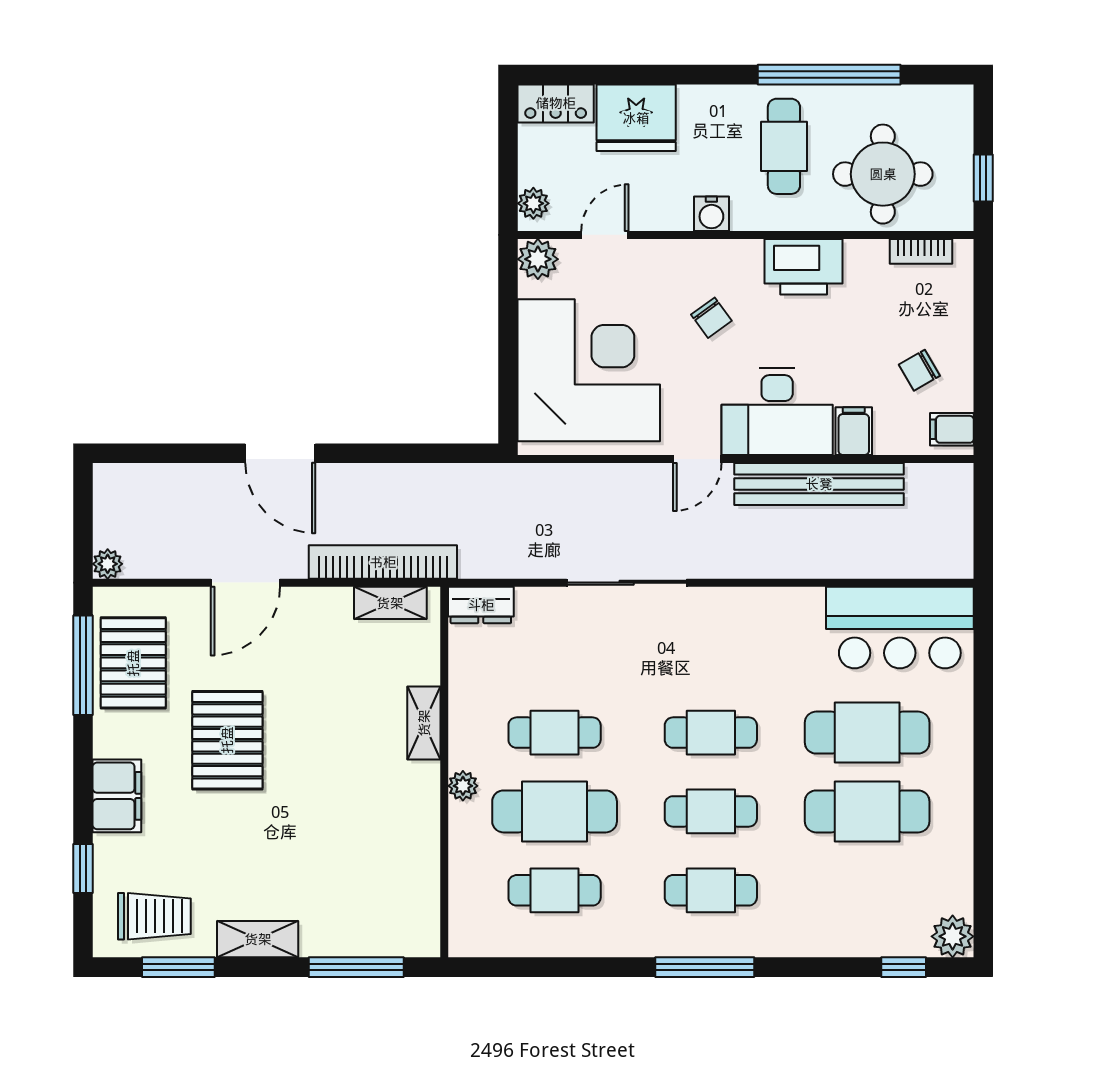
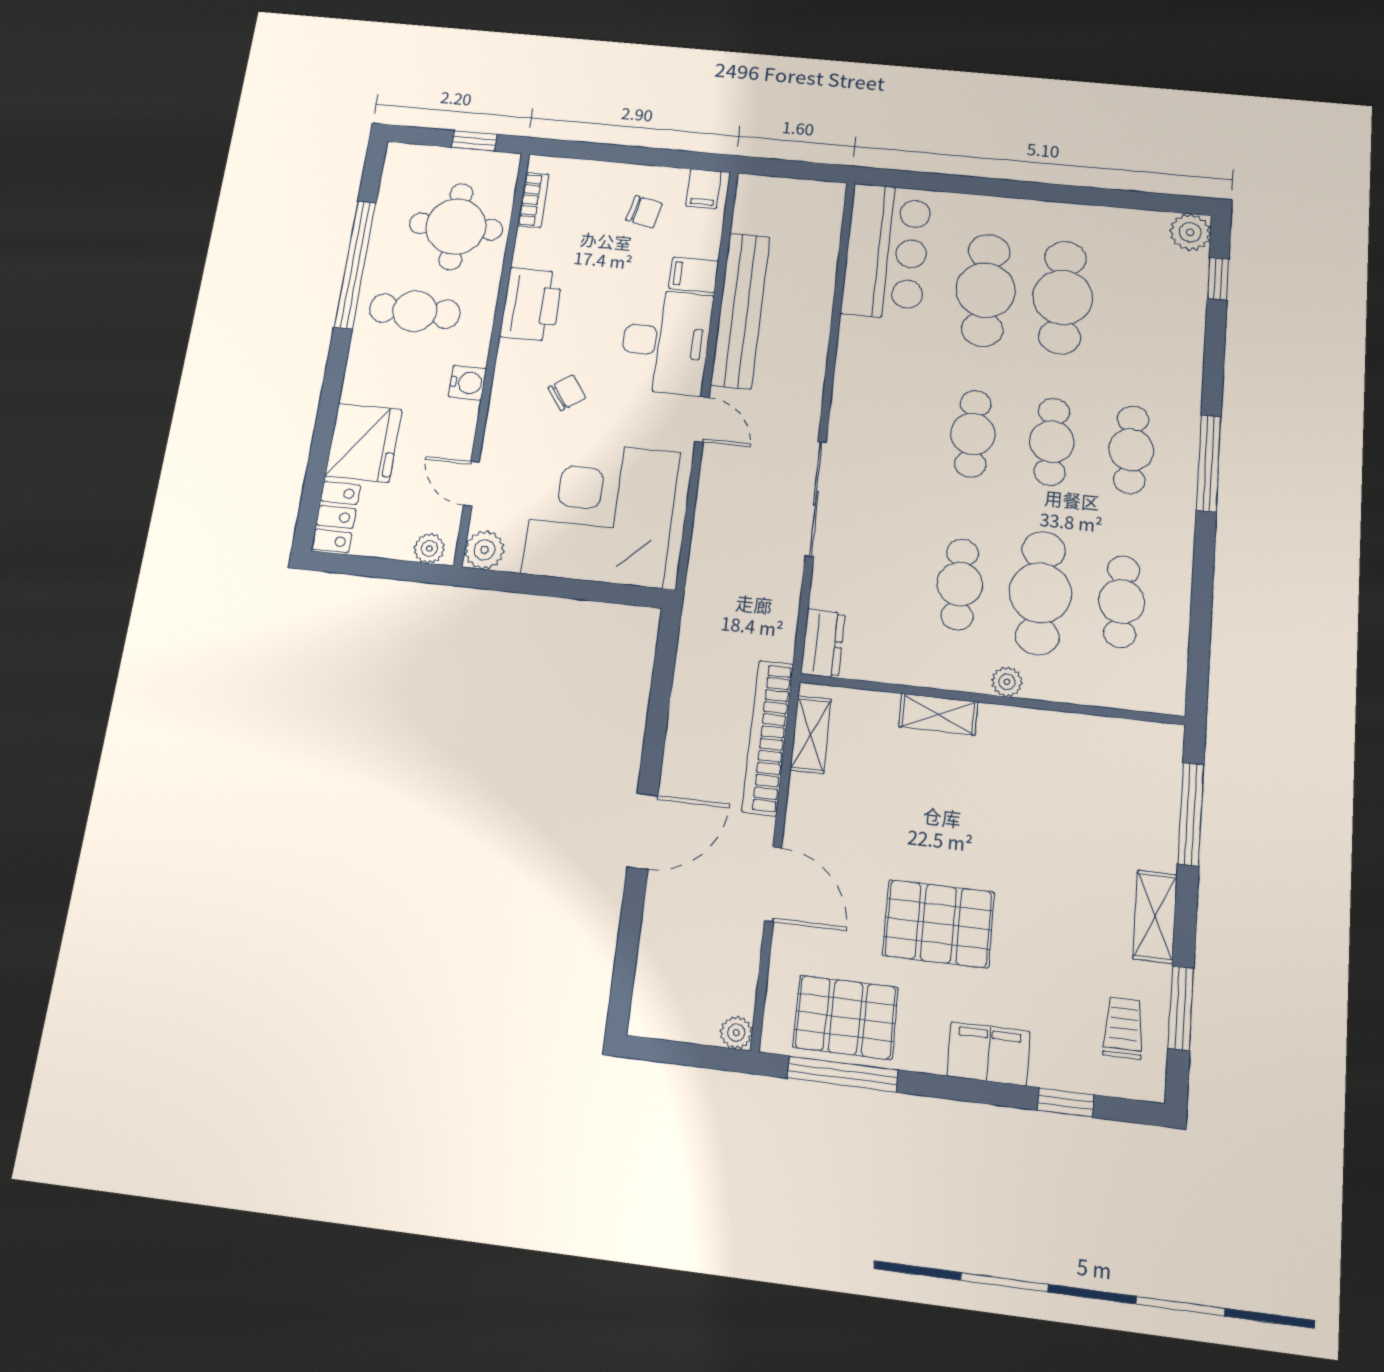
chair: (919, 370) -> (644, 212), turned -47
trolley: (154, 916) -> (1123, 1028), width x0.73, depth x0.72

